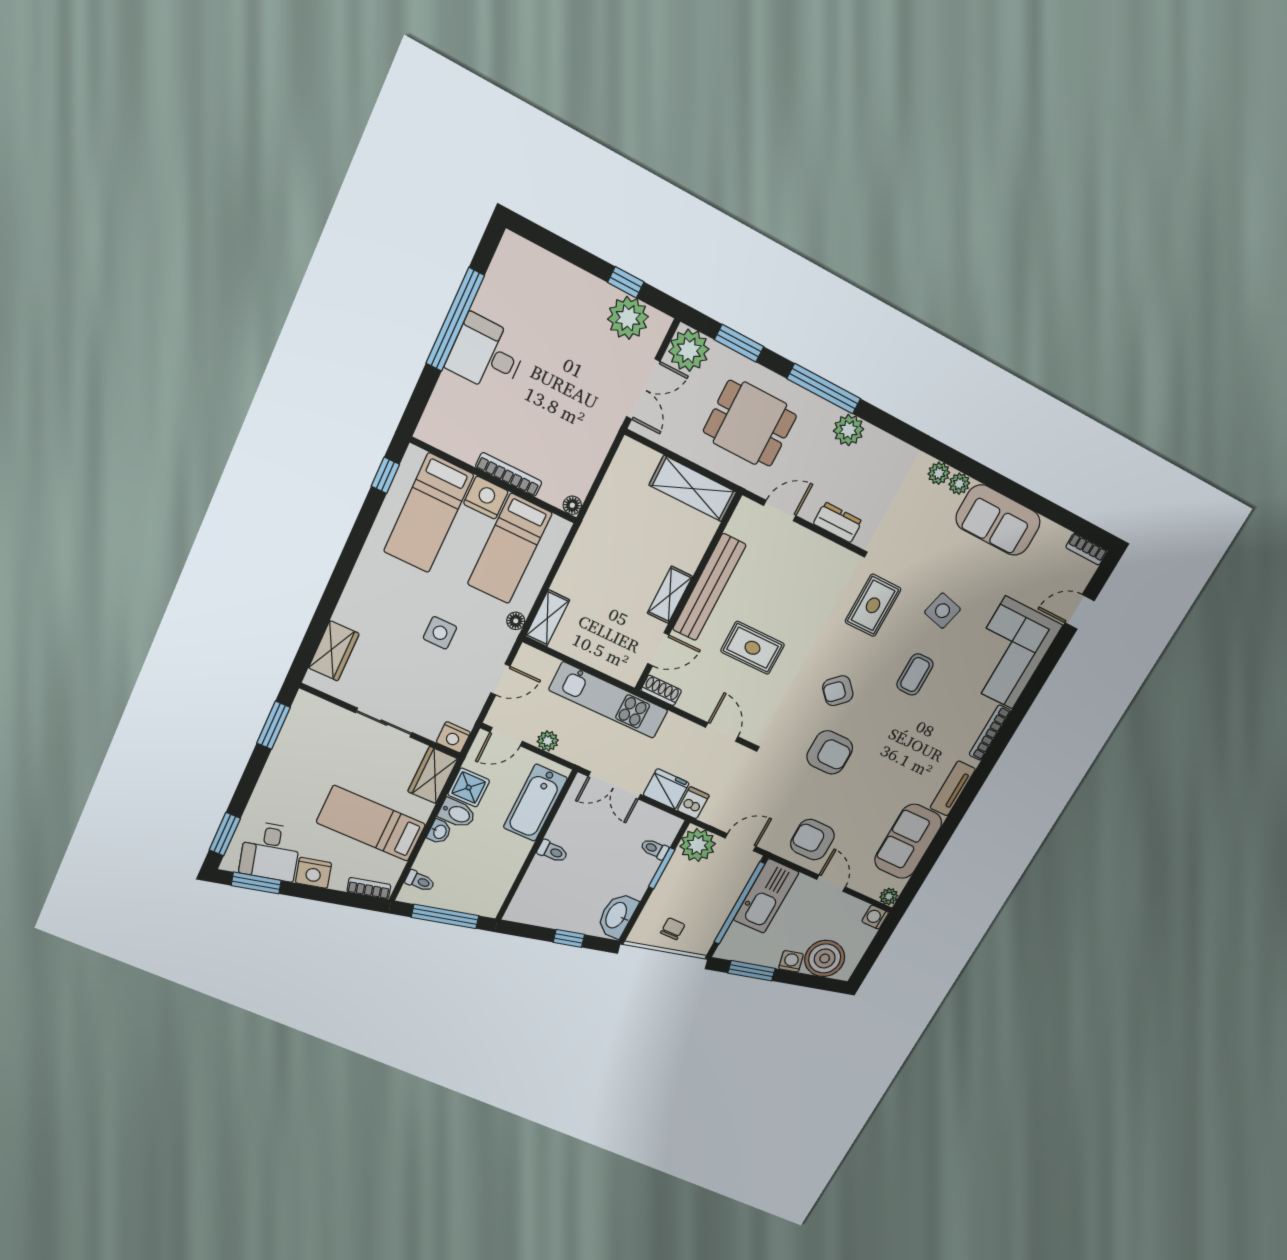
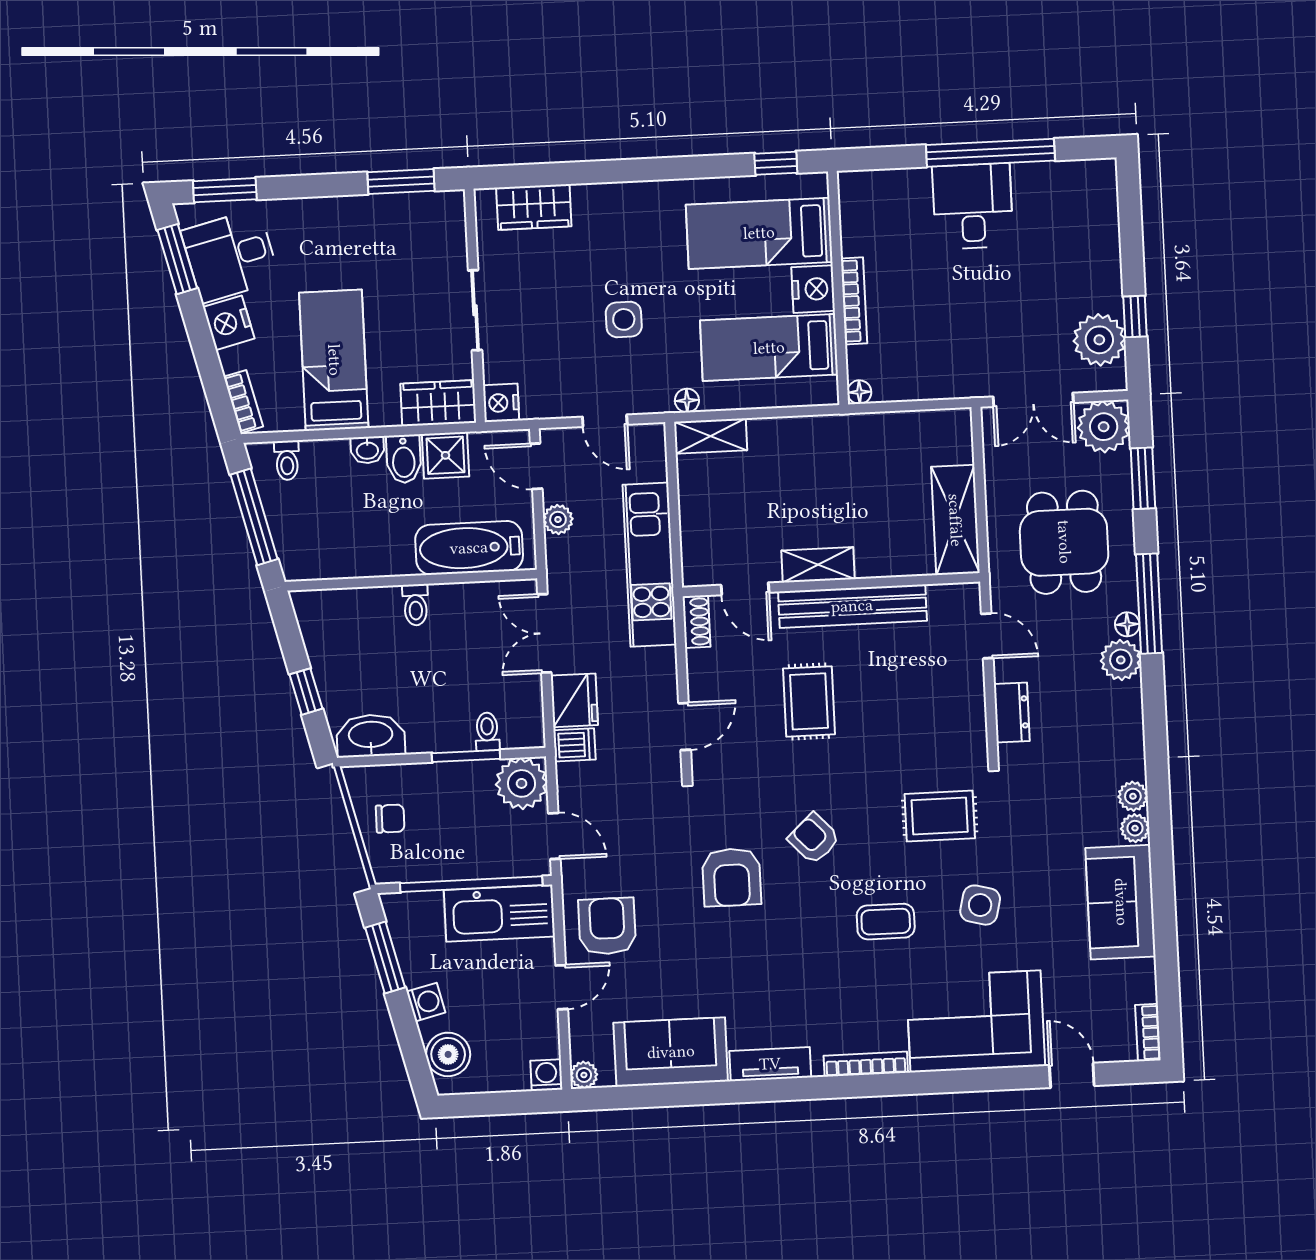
floor lamp: (828, 412) -> (1127, 624), added
boiler: (825, 958) -> (448, 1054), width x0.73, depth x0.73

